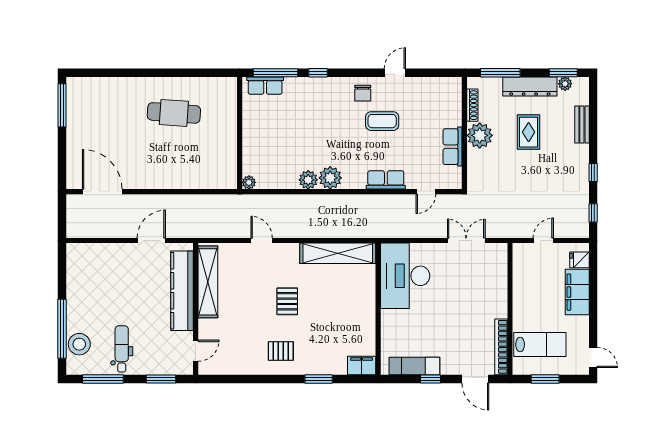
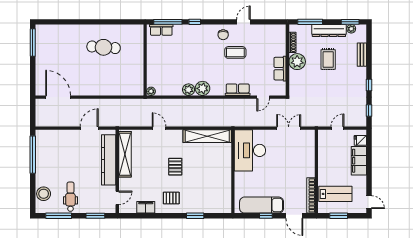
window: (62, 329) -> (33, 155), moved
filing cabinet: (362, 366) -> (146, 207), moved
exam couch: (414, 366) -> (262, 205), width x1.36, depth x1.45

